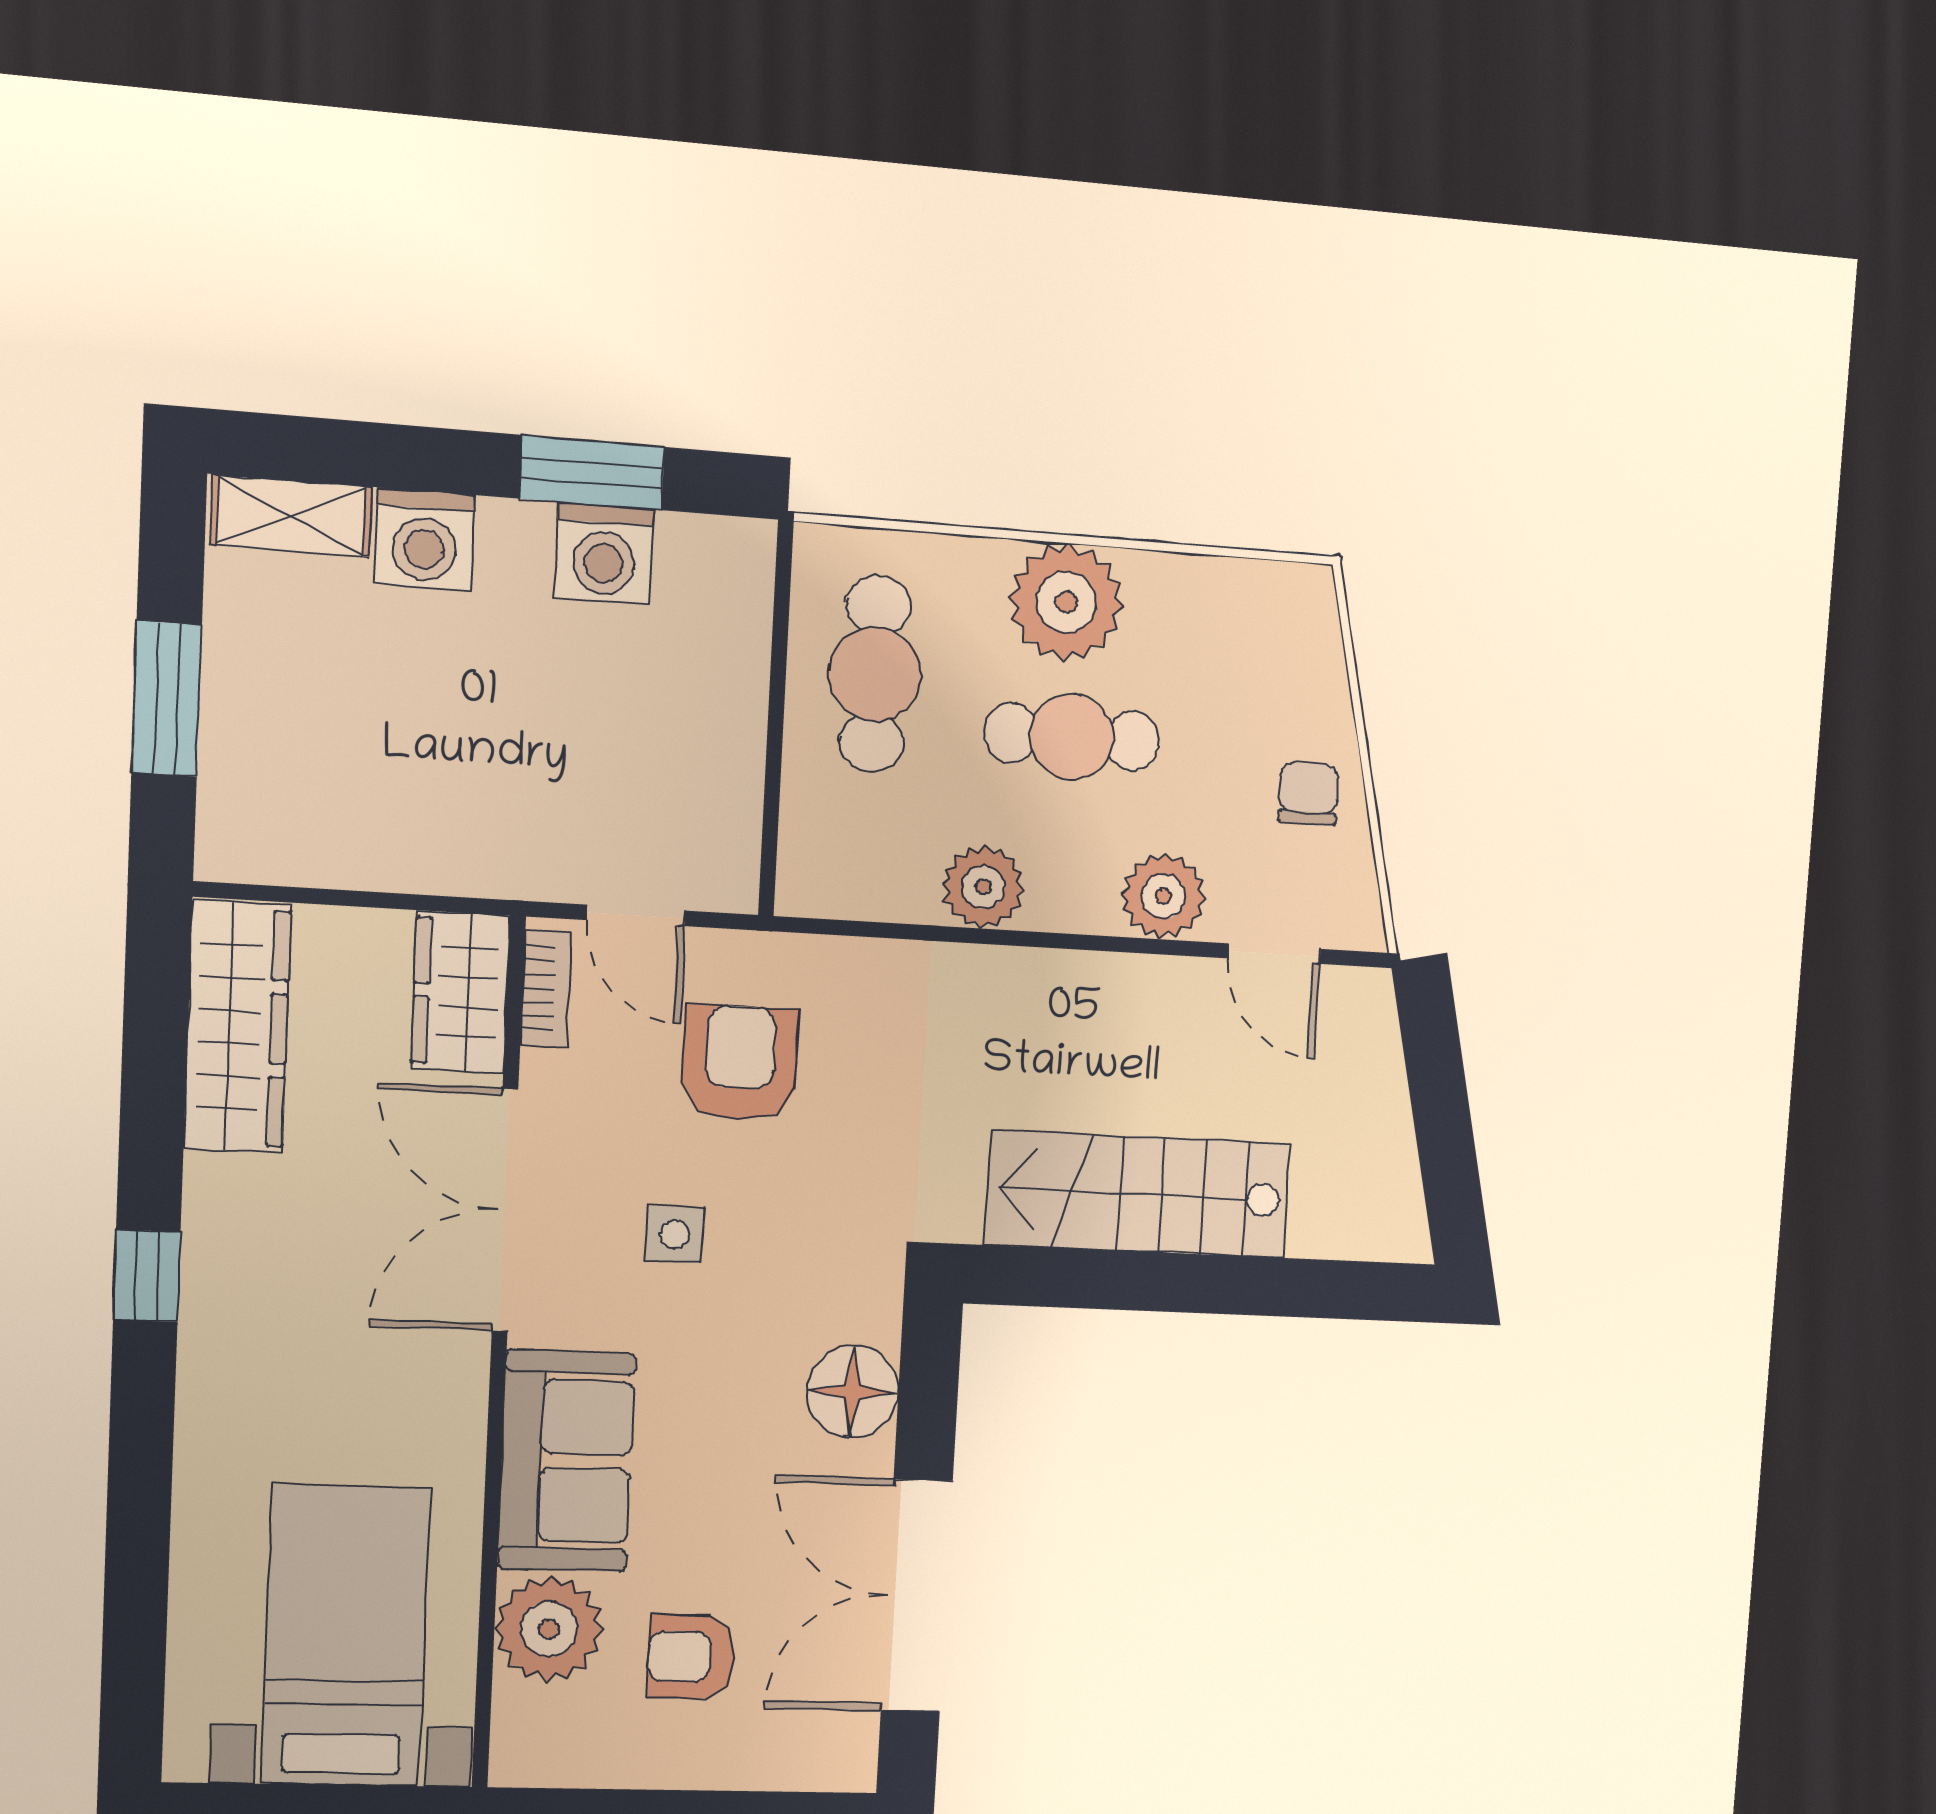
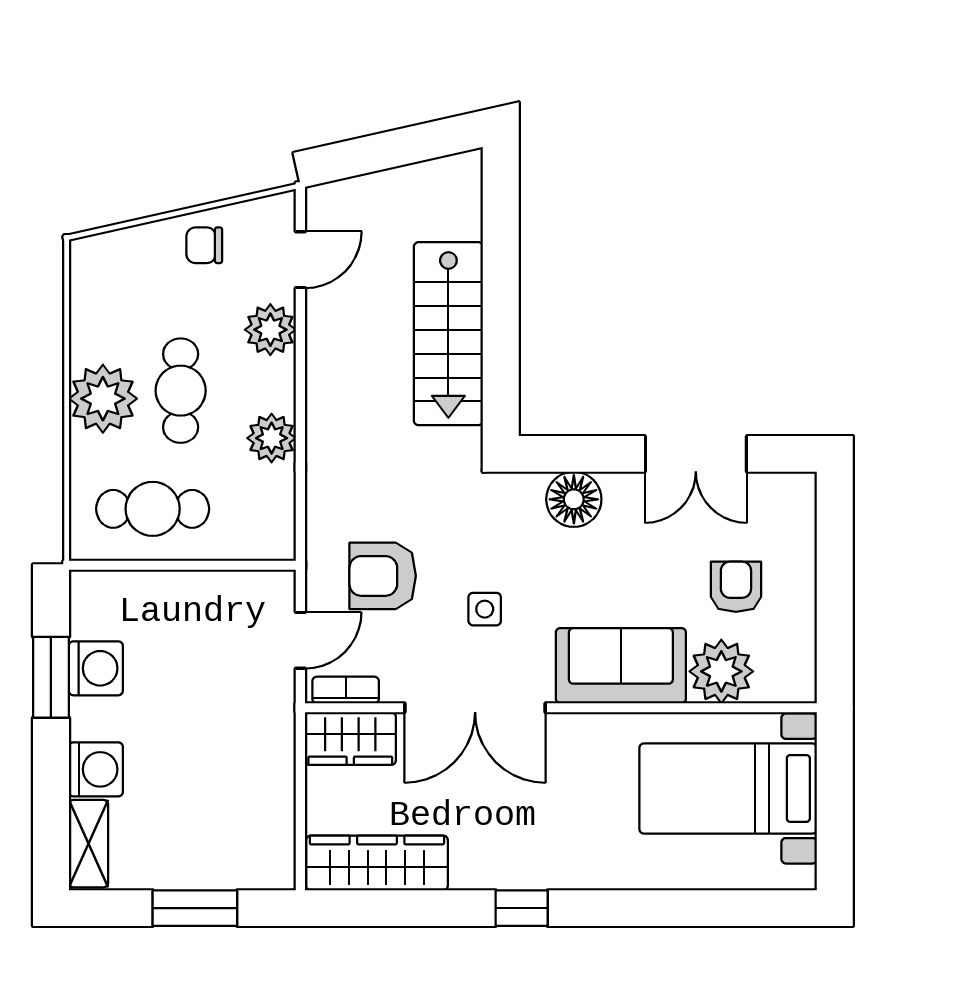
double door: (917, 1596) -> (696, 454), width x0.73
armchair: (692, 1657) -> (736, 587), turned 180

